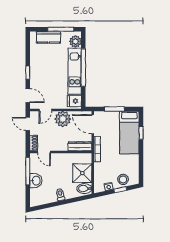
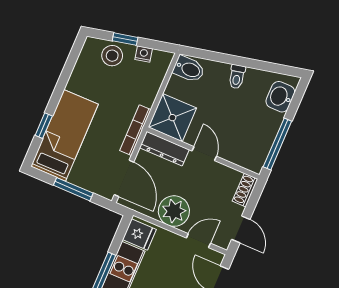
door: (44, 152) -> (204, 154), moved
shower: (82, 173) -> (172, 118), moved
washbasin: (36, 181) -> (280, 97), moved

